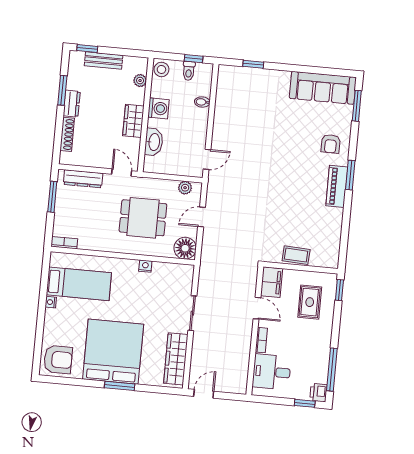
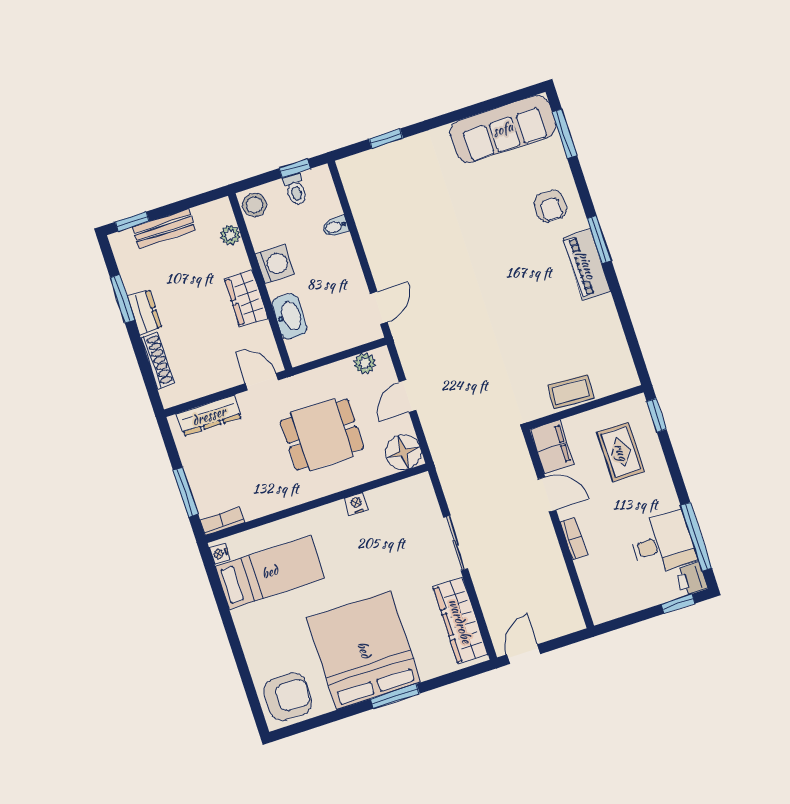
window: (52, 197) -> (186, 492), moved
nightstand: (51, 302) -> (220, 554), moved
desk: (272, 372) -> (662, 543), moved, turned 180

